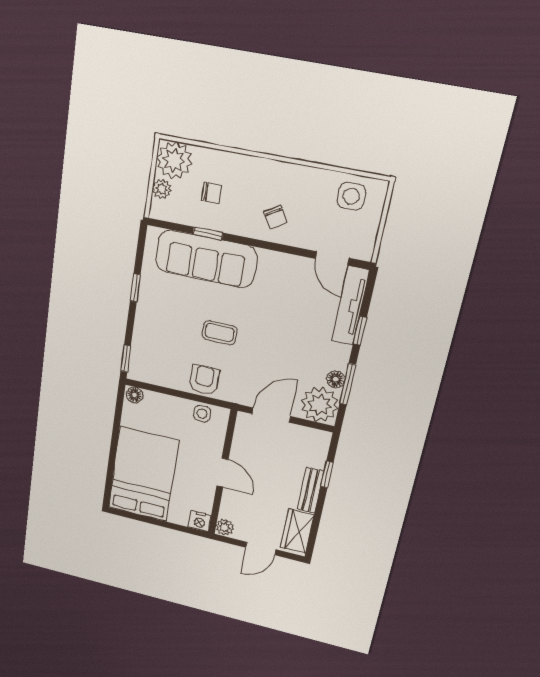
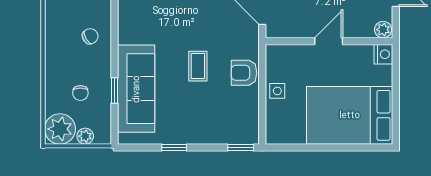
chair: (212, 193) -> (80, 93), turned 180
floor lamp: (134, 395) -> (273, 135), removed
side table: (202, 414) -> (277, 91), moved

